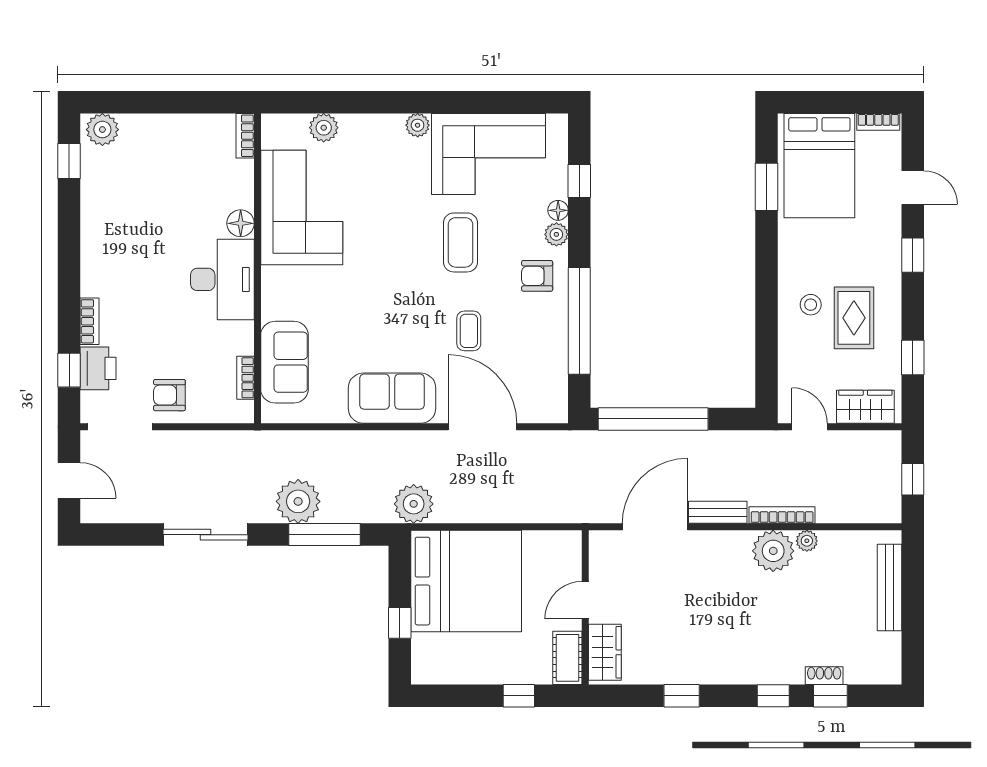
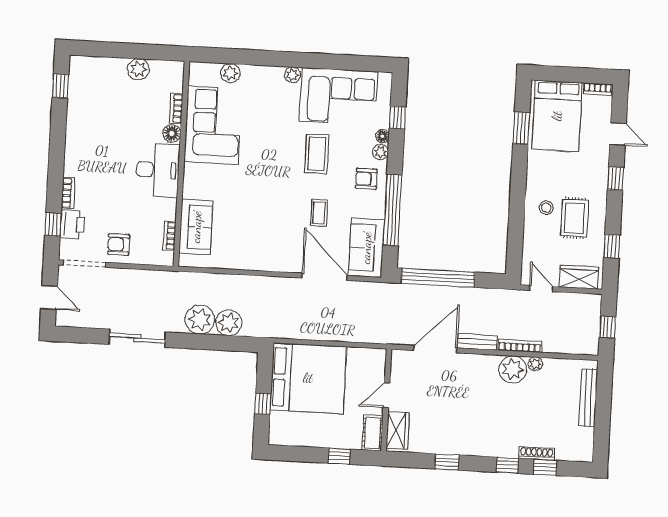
plant: (102, 130) -> (138, 69), moved
bookcase: (245, 136) -> (176, 108), moved
sofa: (392, 398) -> (366, 248), moved, turned -90
plant: (414, 504) -> (229, 323), moved
window: (324, 535) -> (216, 342), removed
shoe rack: (824, 676) -> (537, 453), width x1.43

